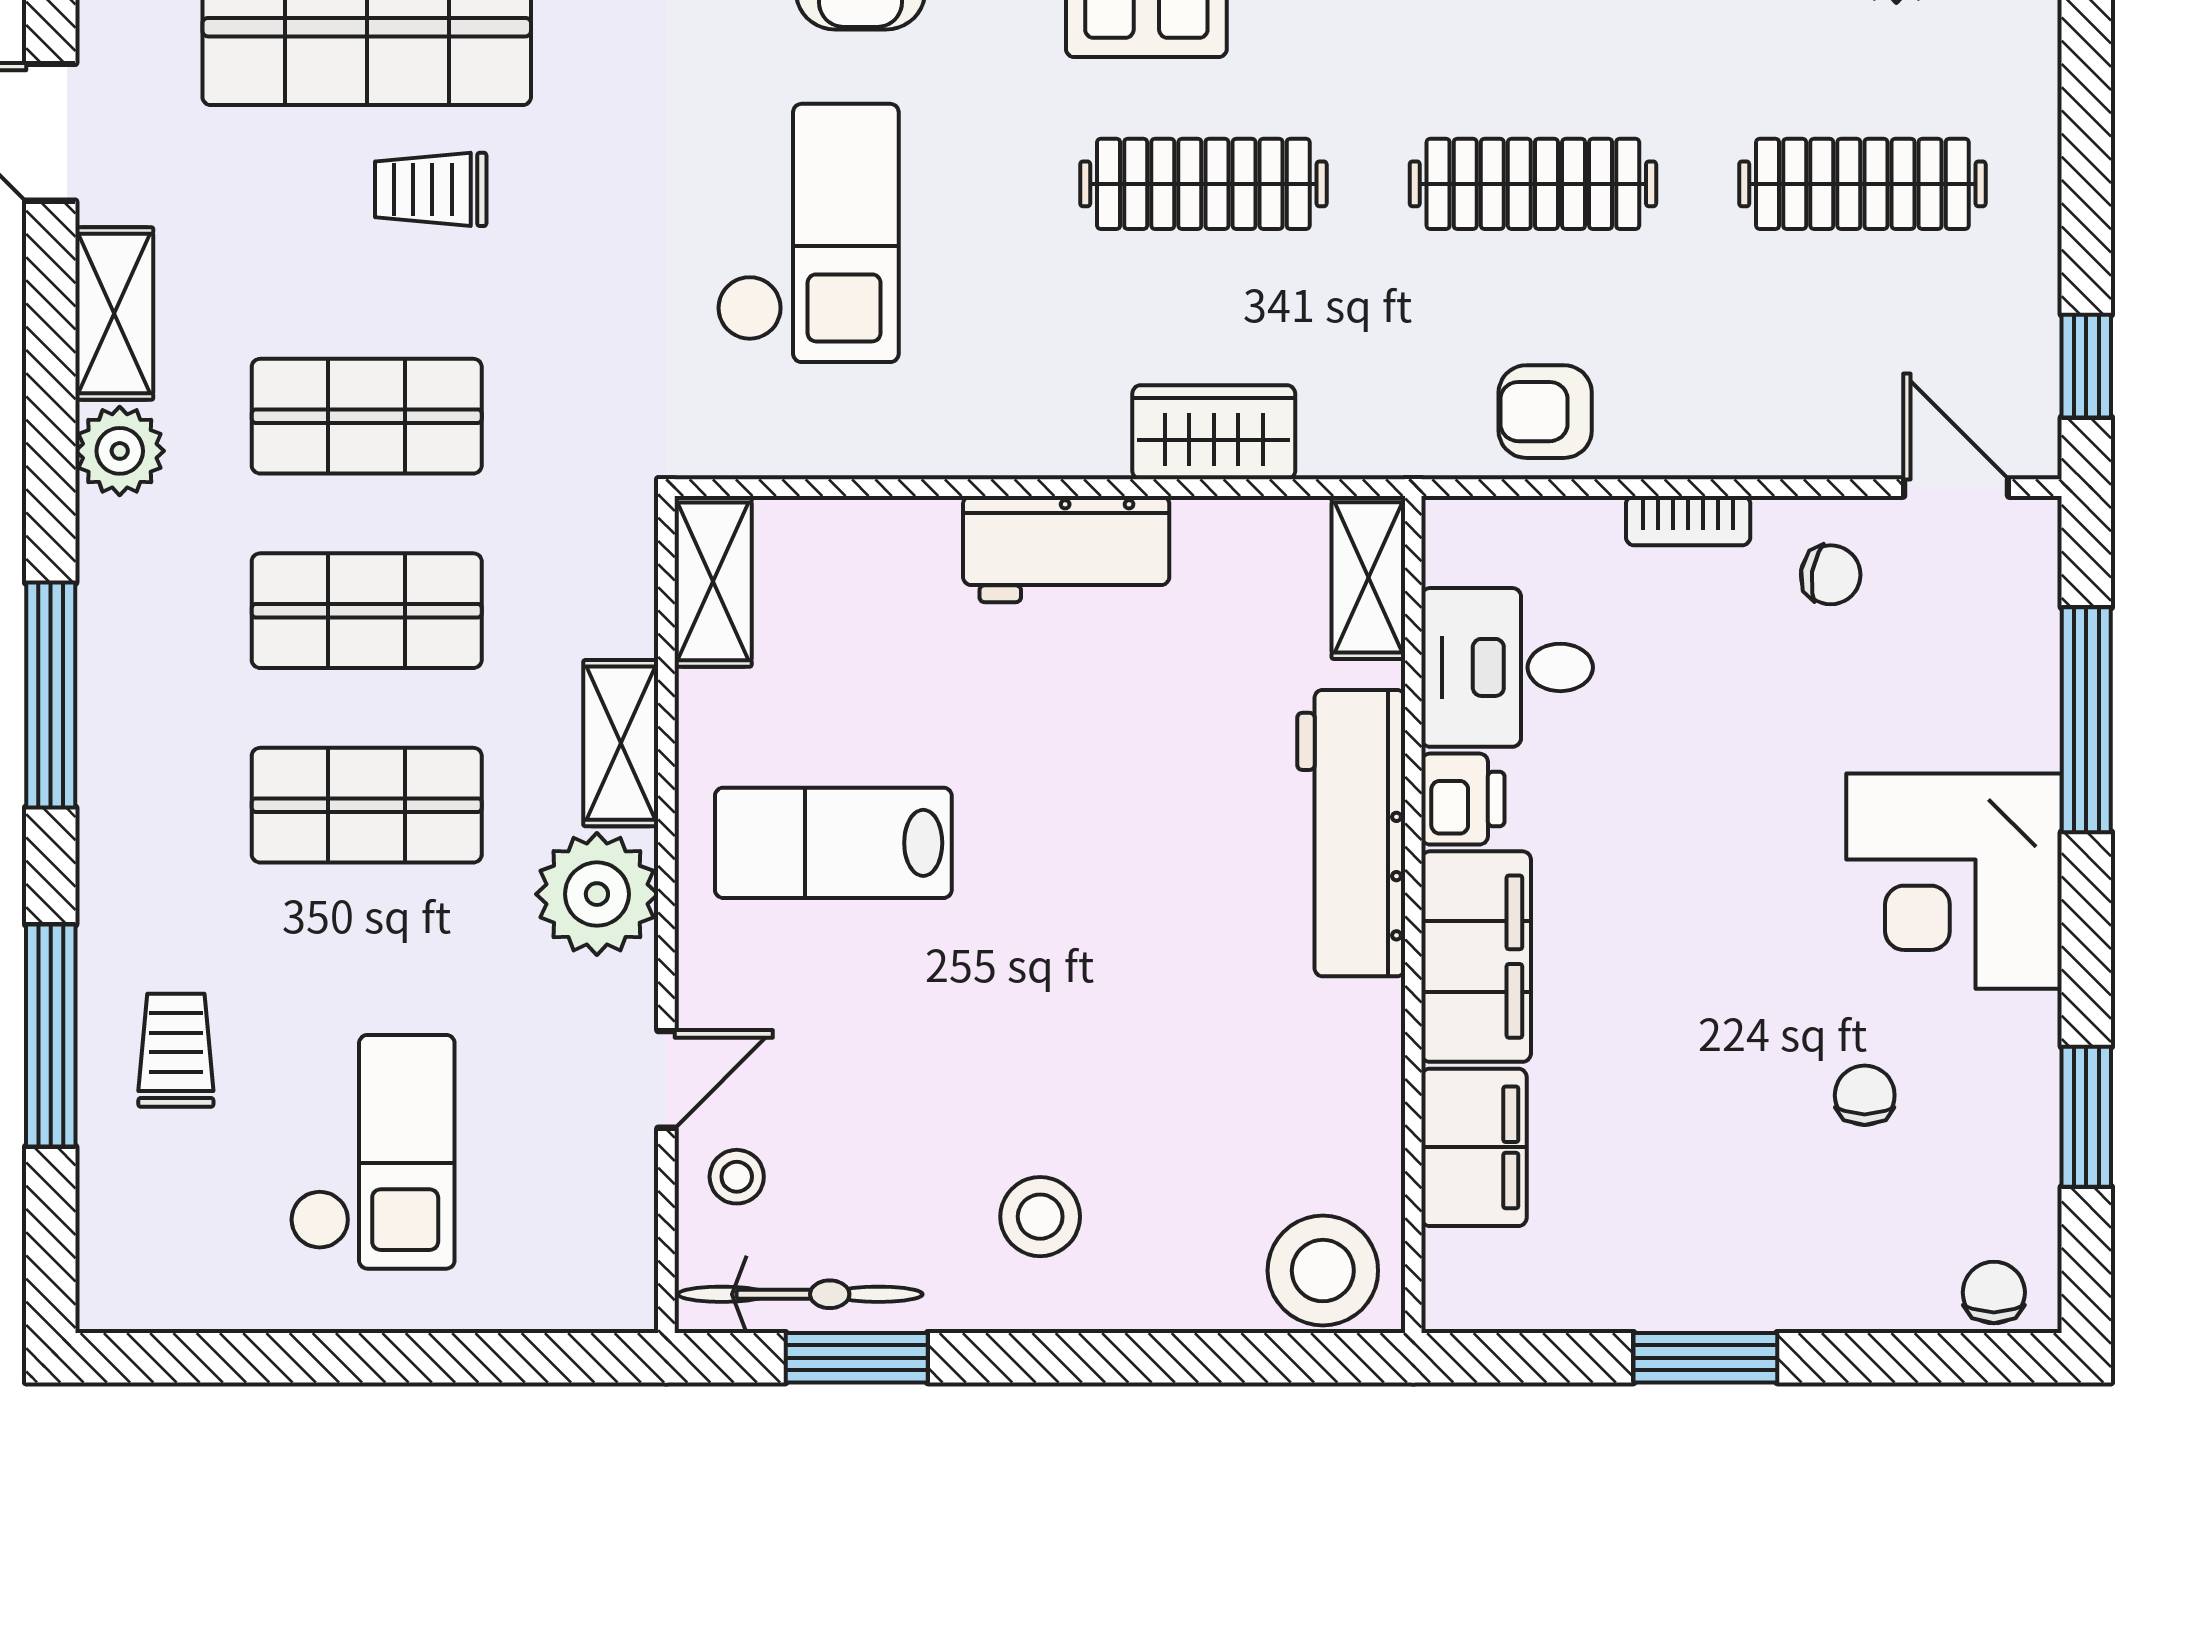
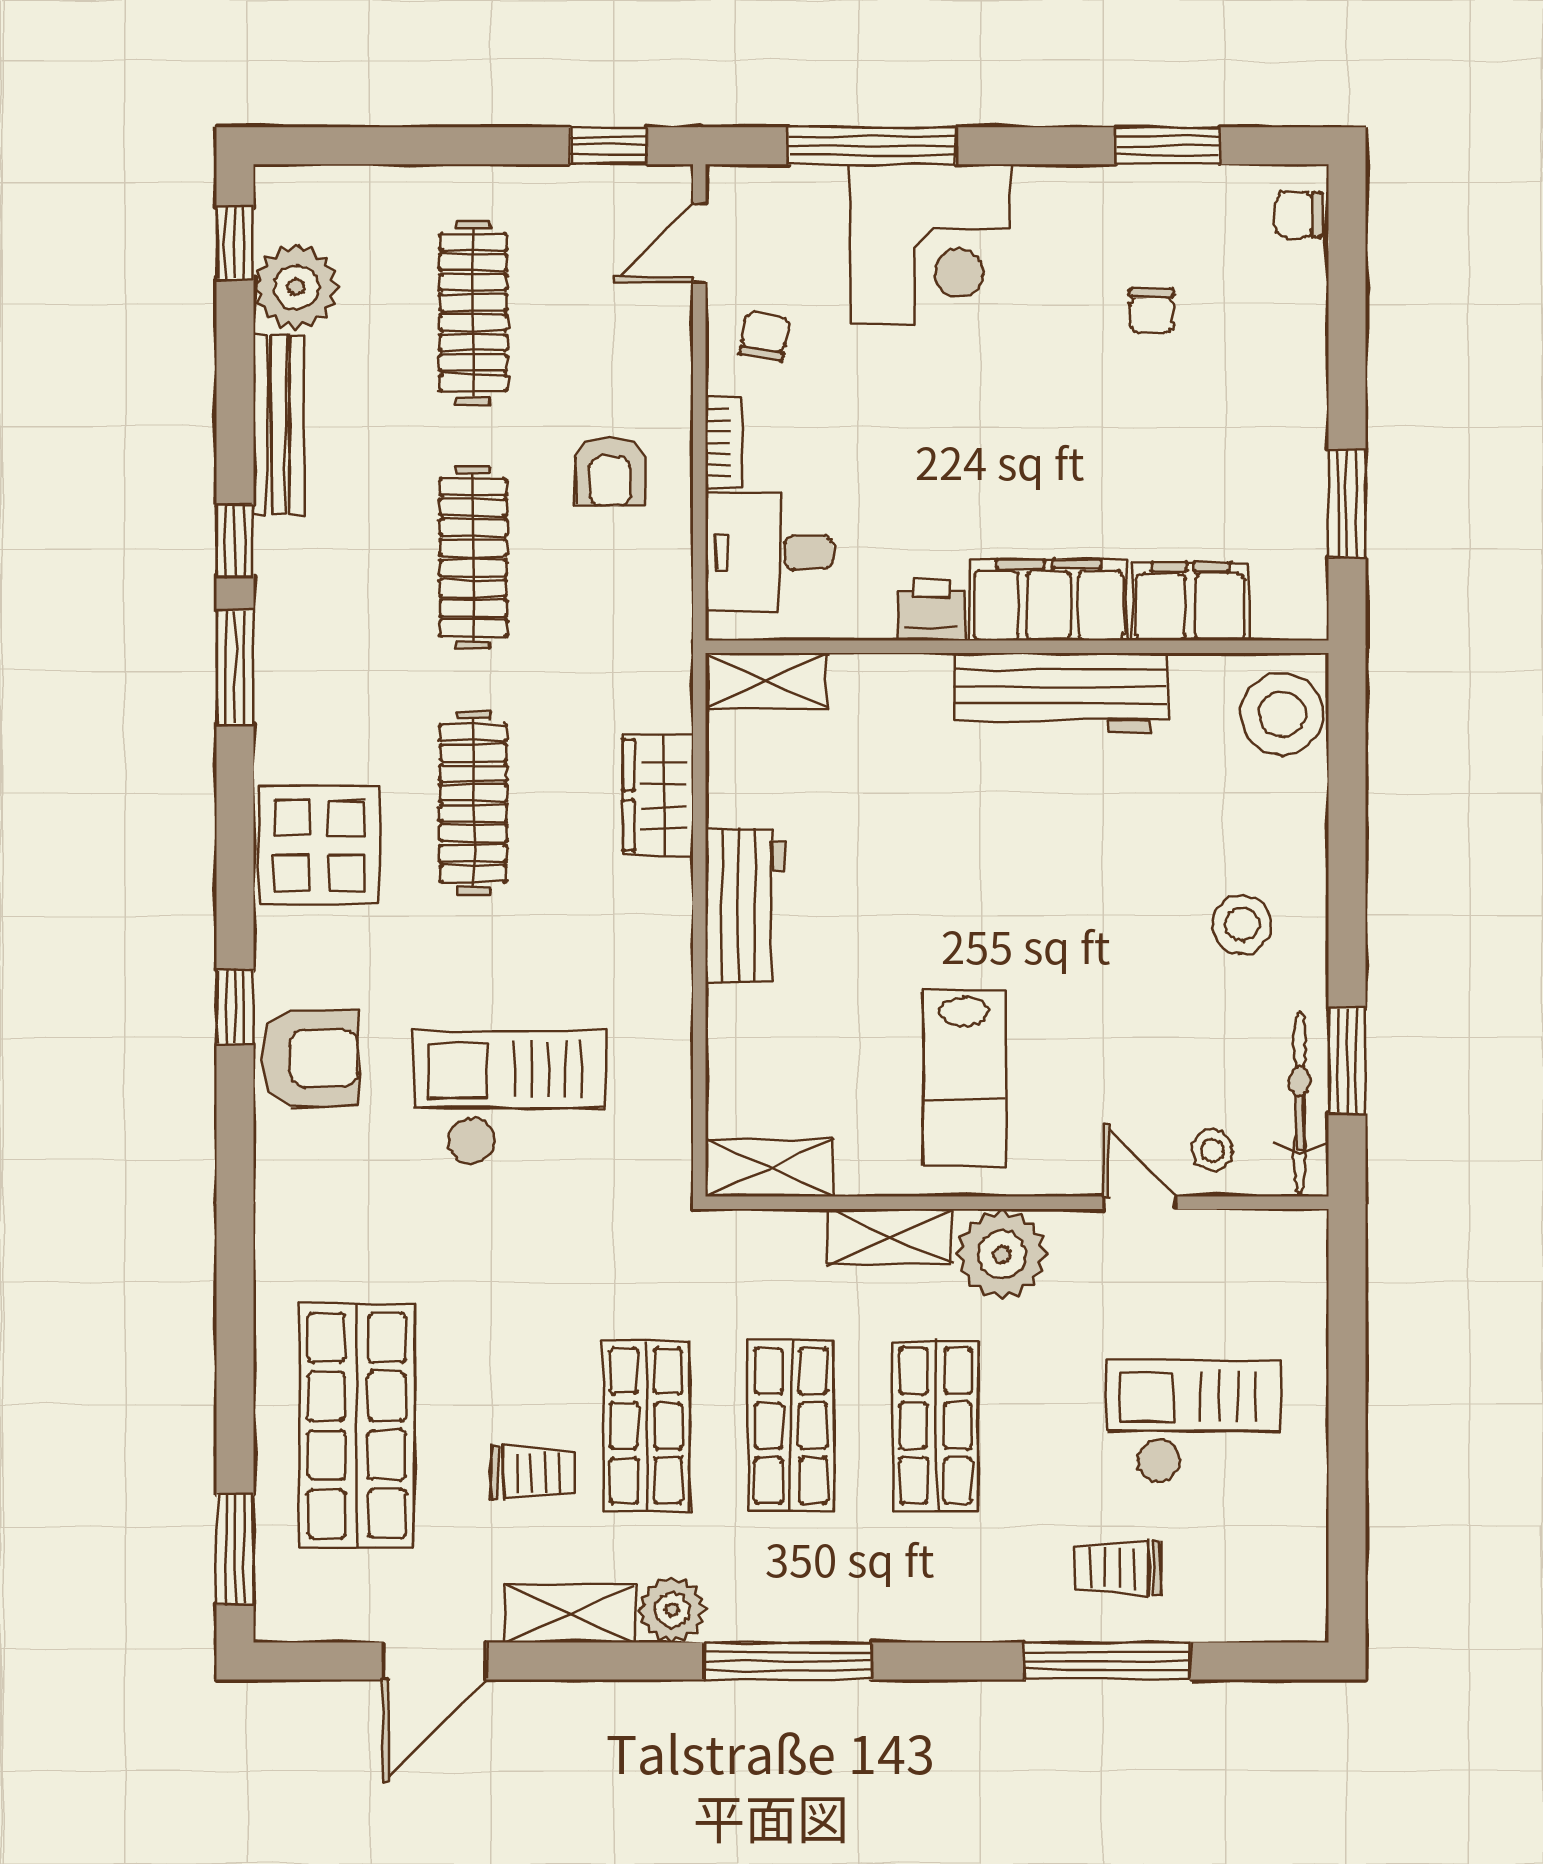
trolley: (431, 189) -> (533, 1473), moved, turned -90
armchair: (1545, 412) -> (610, 471), moved
desk: (1507, 667) -> (769, 552), moved, turned 90
window: (51, 695) -> (788, 1661), moved
workbench: (1351, 833) -> (1061, 693), moved
corner desk: (1954, 881) -> (930, 244), moved
chair: (1865, 1095) -> (1152, 311), turned -90
window: (1705, 1358) -> (1347, 504), moved

